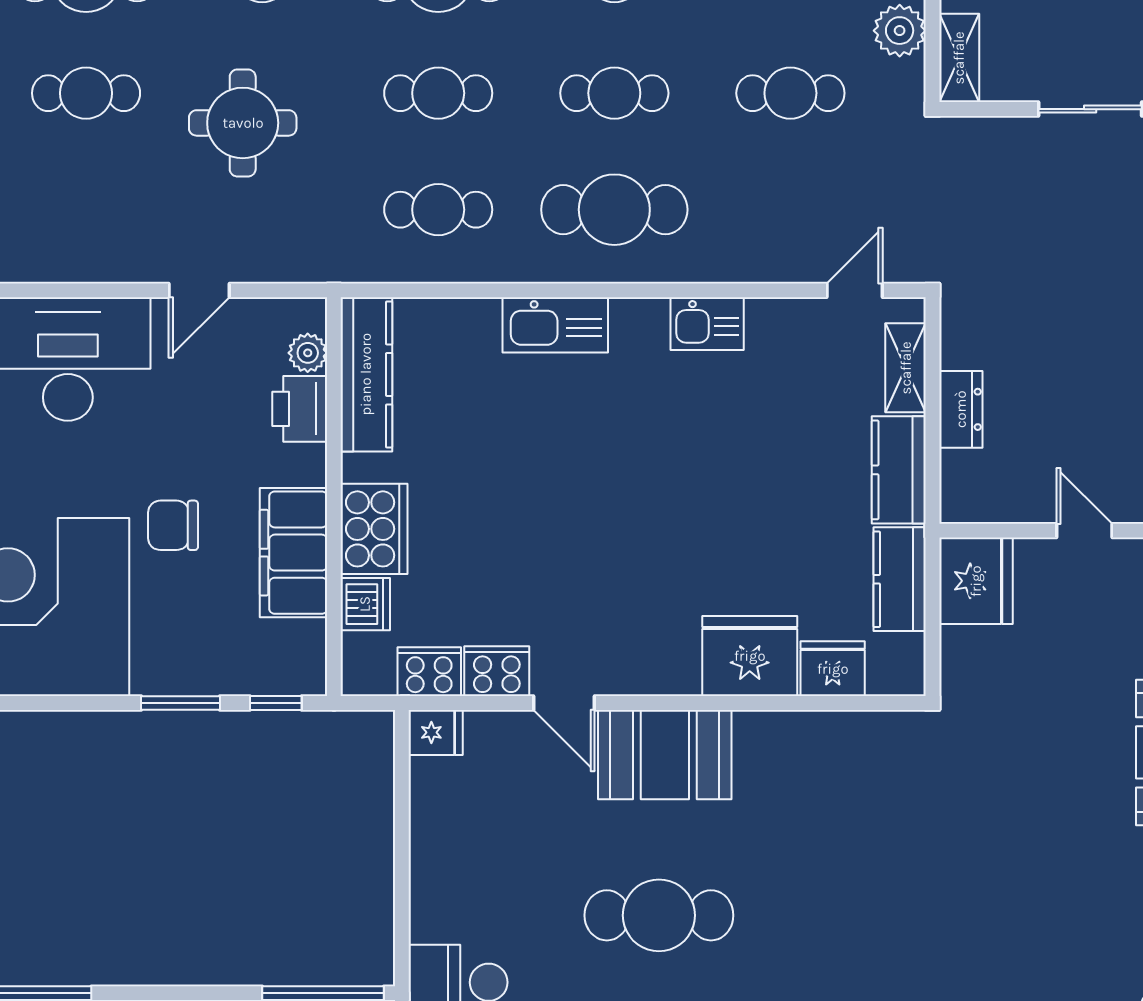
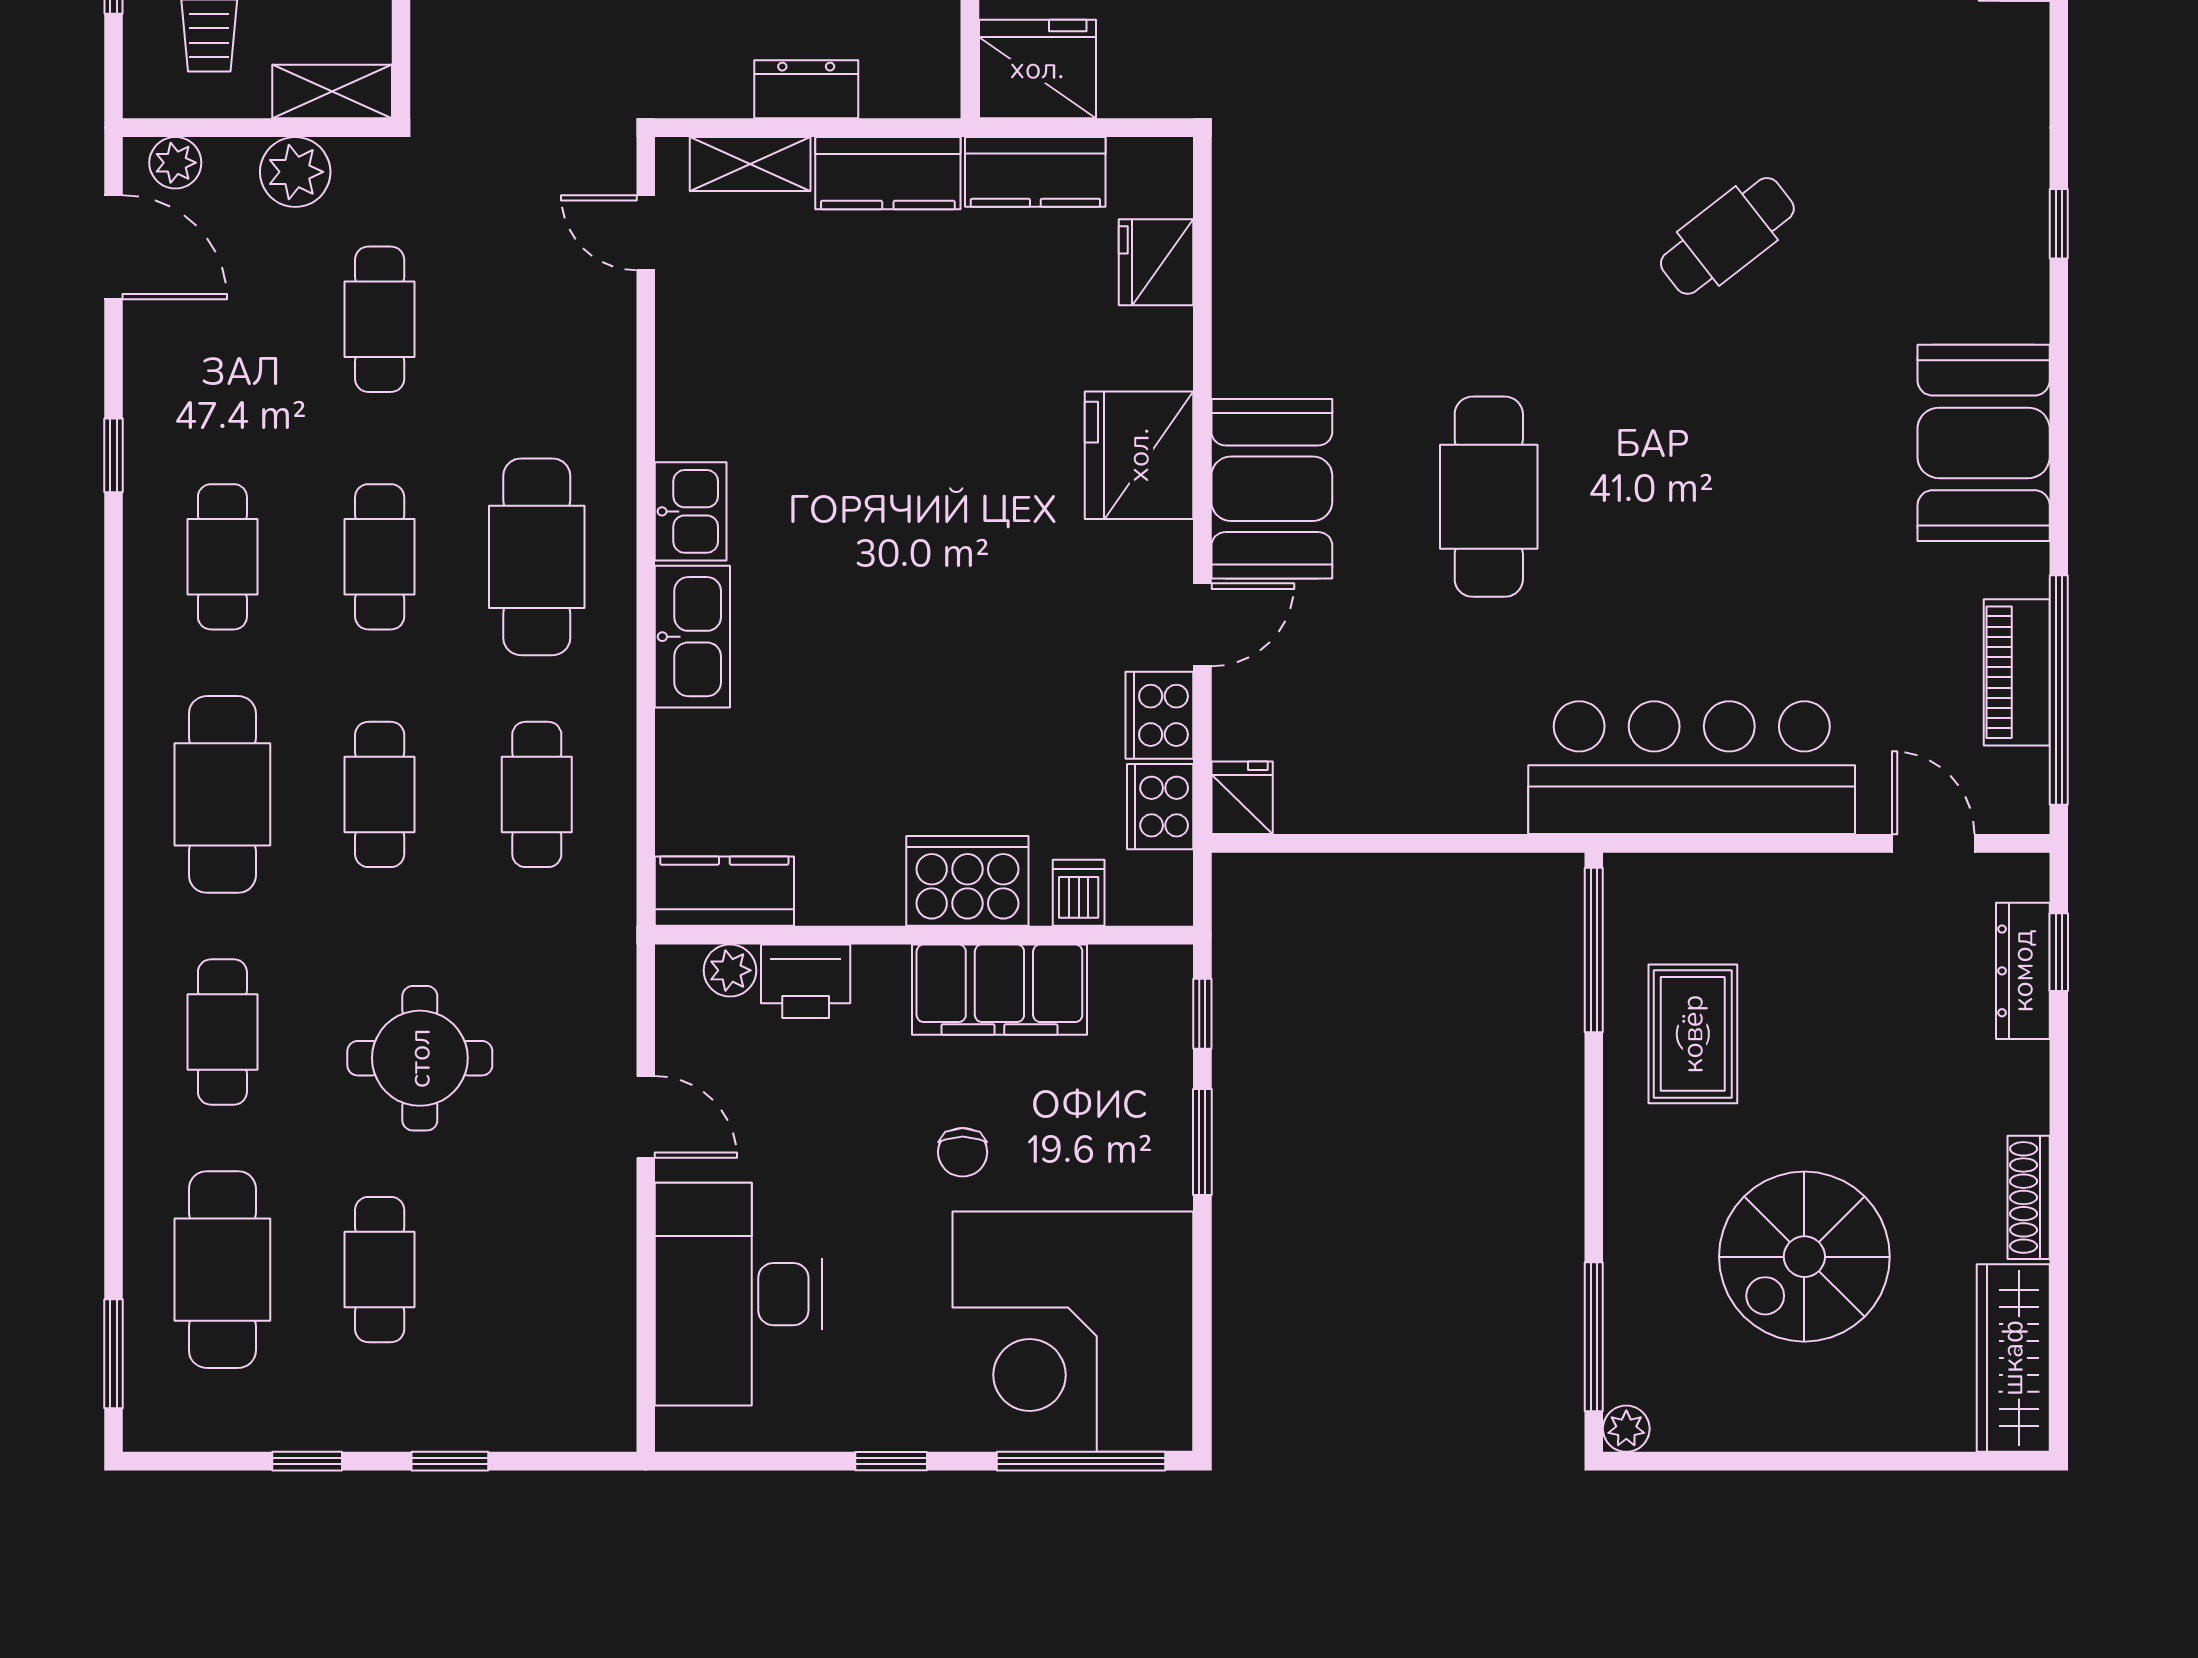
kitchen sink: (707, 324) -> (691, 511), moved
kitchen counter: (366, 374) -> (724, 891), width x0.67
chair: (173, 525) -> (963, 1152), width x0.73, depth x0.73
dishwasher: (365, 604) -> (1079, 893), width x0.73
fridge: (750, 656) -> (1139, 455), moved

